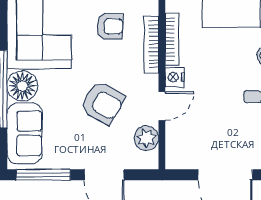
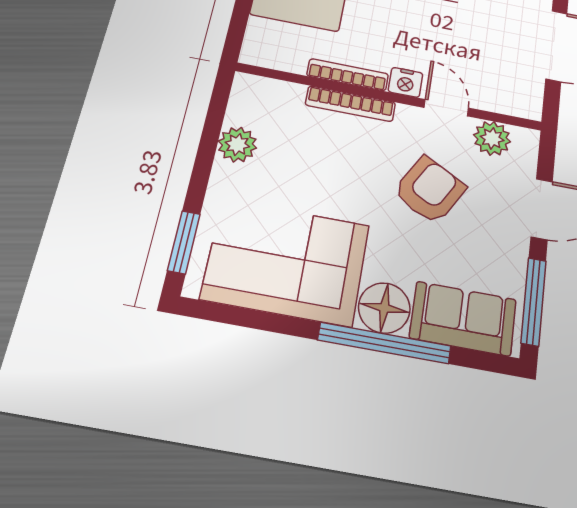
armchair: (110, 26) -> (311, 156), removed

